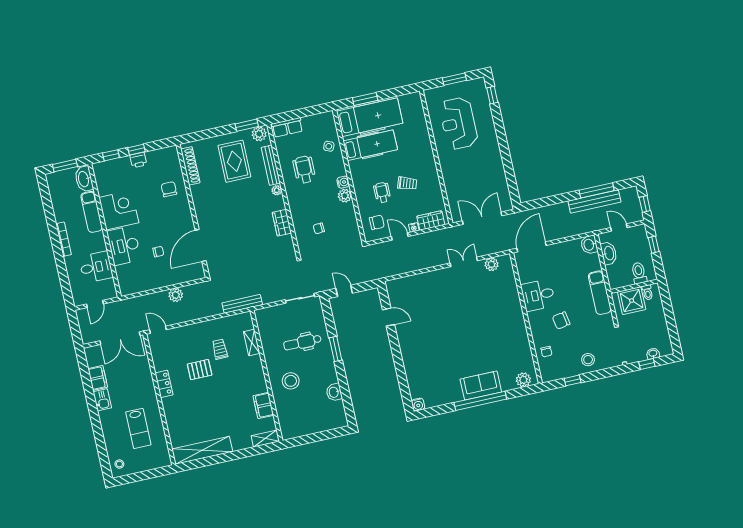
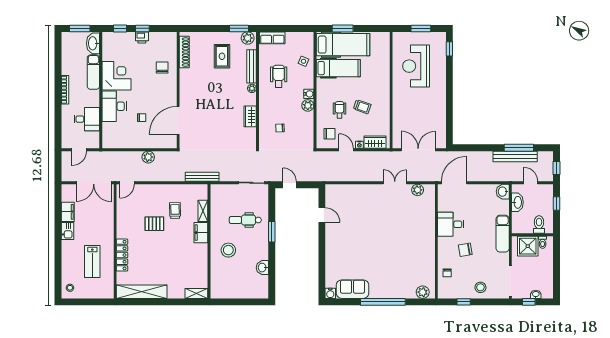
rug: (234, 161) -> (222, 56), width x0.73, depth x0.70
door: (158, 330) -> (127, 183), swing flipped
locker: (164, 384) -> (122, 255), moved, width x1.53
sofa: (481, 386) -> (352, 289), moved
filing cabinet: (263, 406) -> (201, 233), moved

